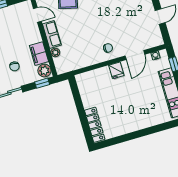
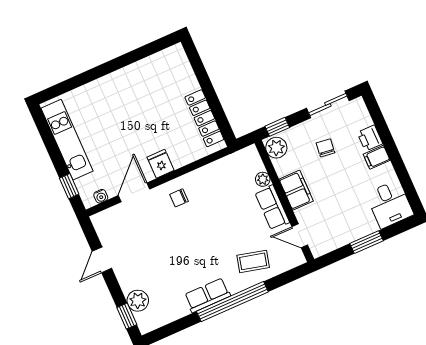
filing cabinet: (39, 54) -> (296, 190), moved
locker: (95, 125) -> (204, 118), moved

